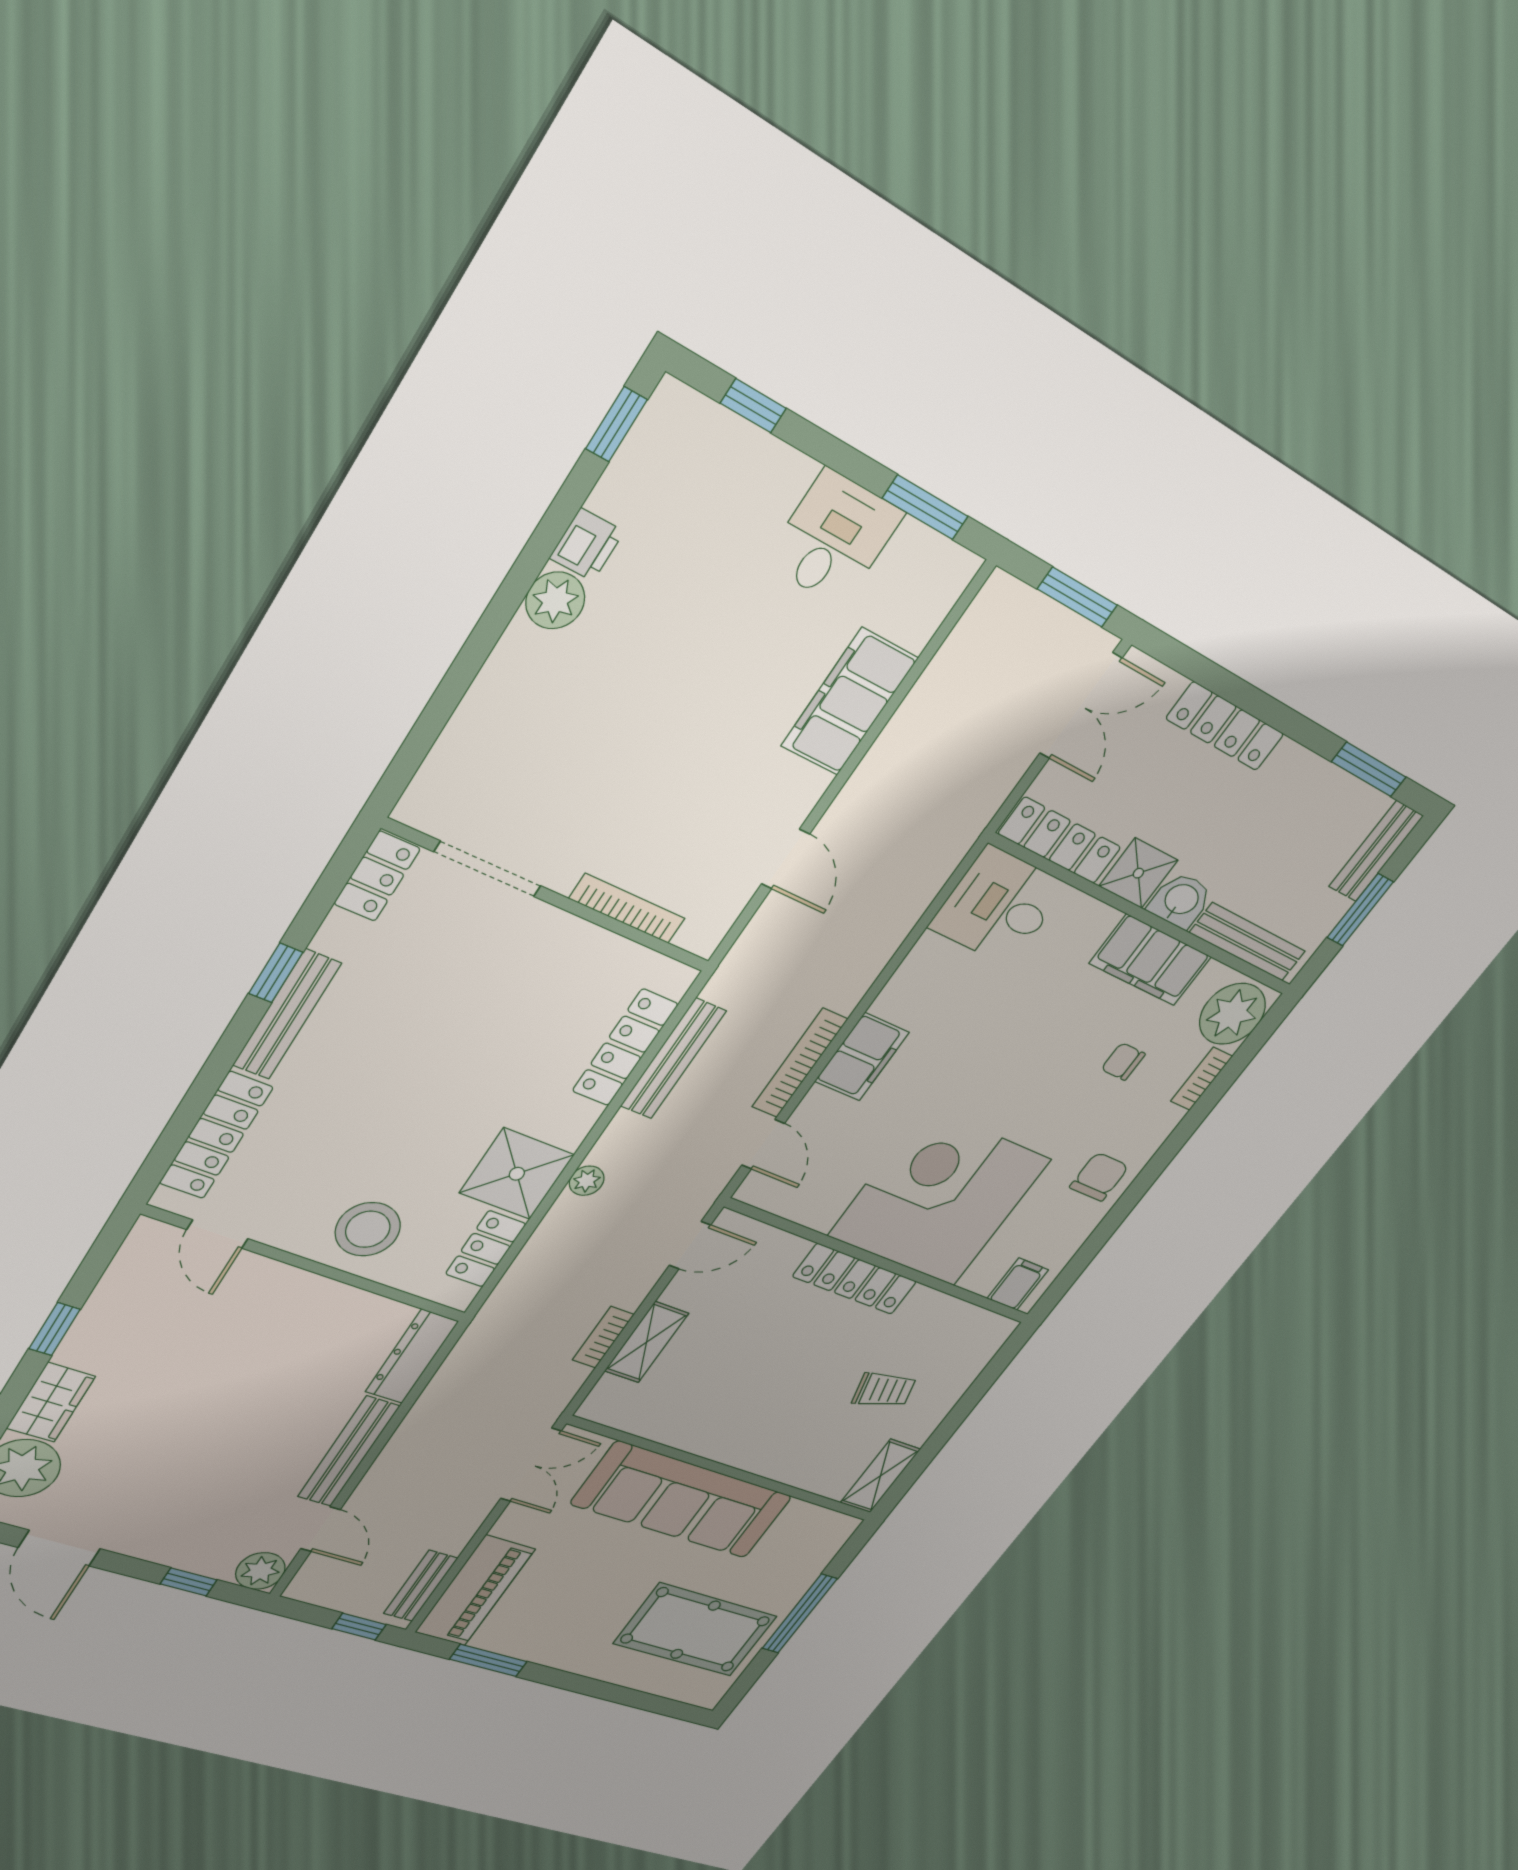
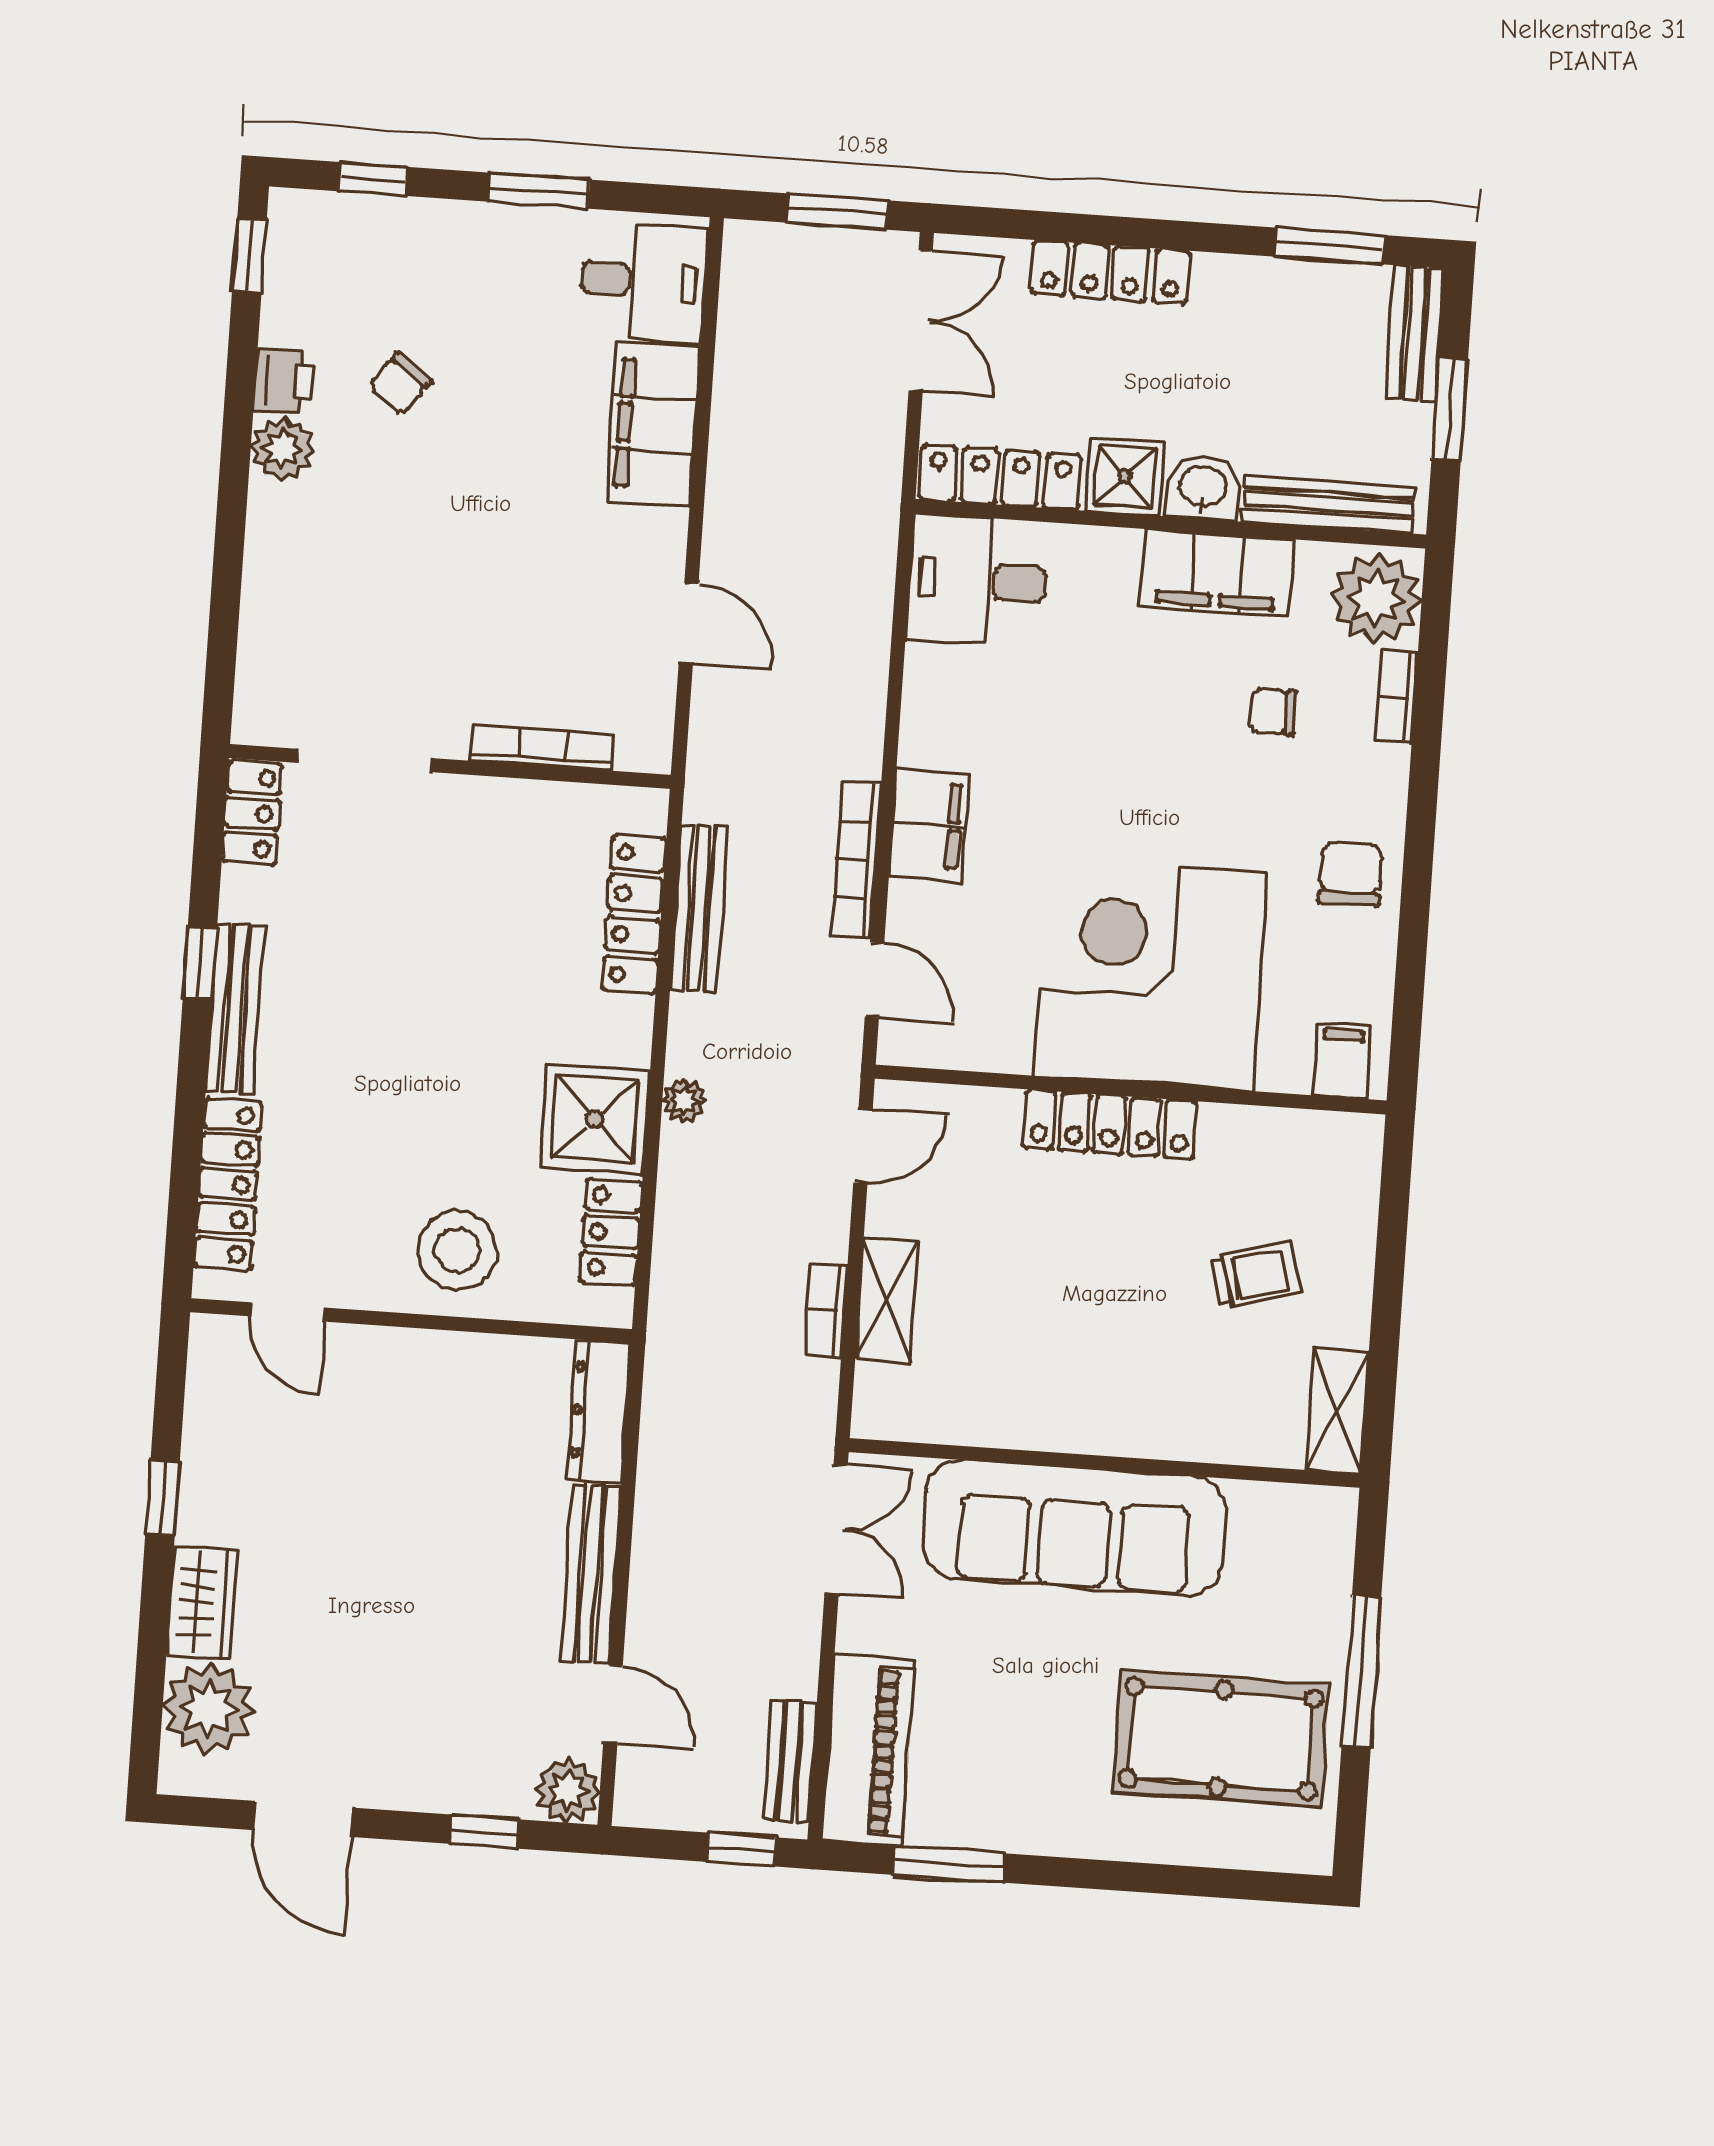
window: (925, 507) -> (539, 191), moved
desk: (834, 538) -> (644, 281), moved, turned 90
chair: (678, 588) -> (400, 384), added

